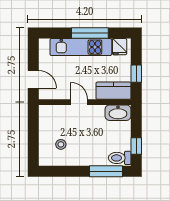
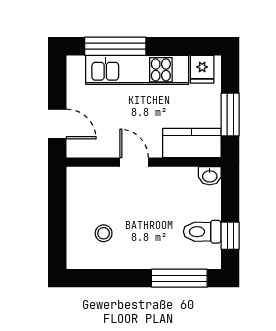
window: (90, 33) -> (115, 46), moved
window: (136, 74) -> (230, 115), width x1.50
washbasin: (118, 113) -> (210, 176), width x0.52, depth x0.69
toilet: (120, 158) -> (202, 232), moved

